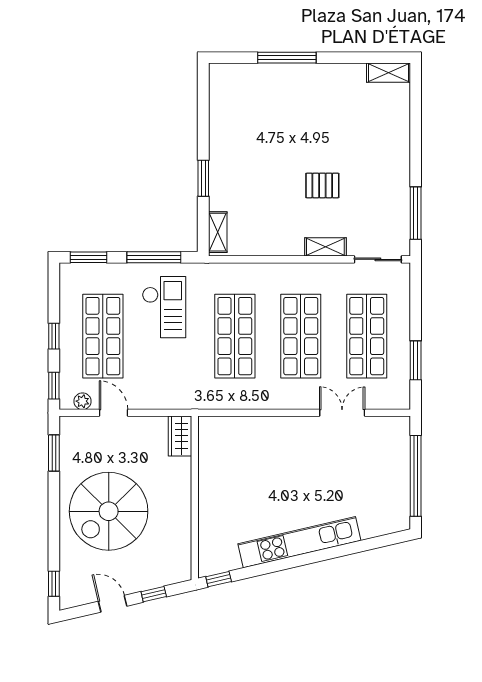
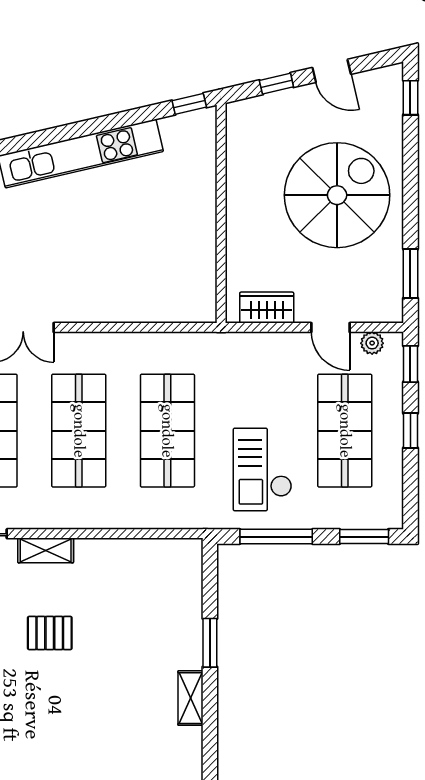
shelving: (218, 232) -> (190, 698), moved
wardrobe: (180, 436) -> (267, 308), moved, turned -90

